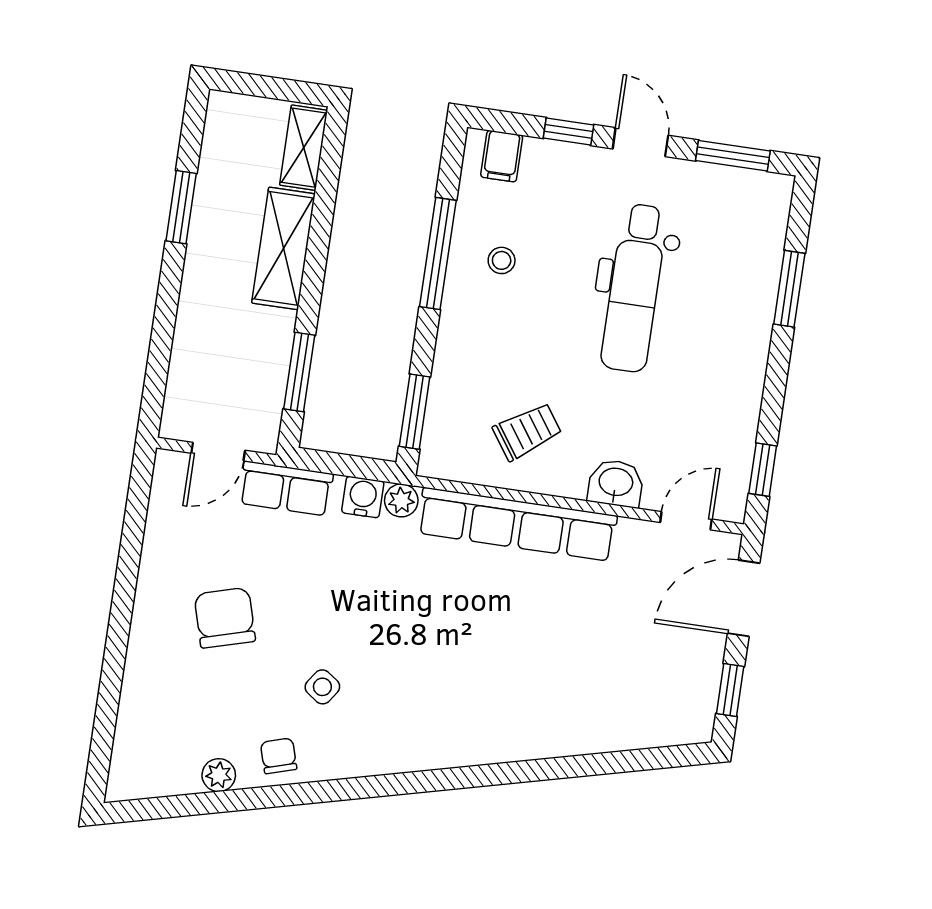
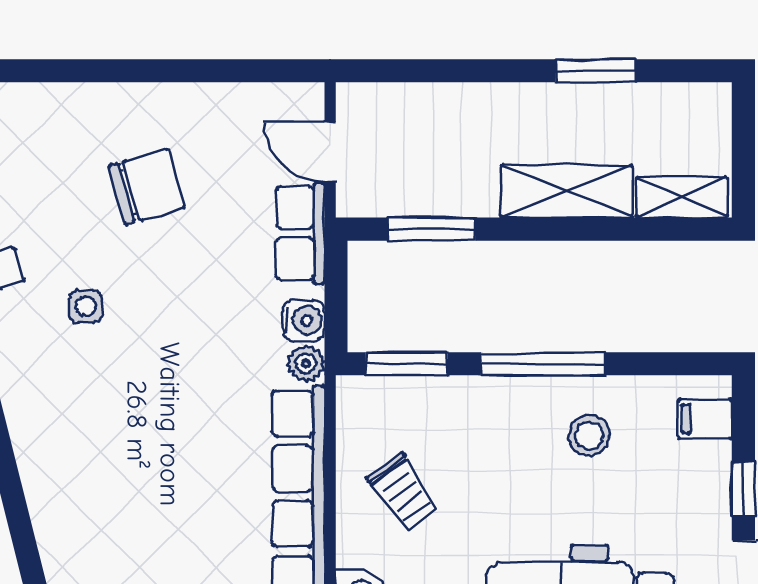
window: (438, 253) -> (543, 364), moved
stool: (502, 260) -> (589, 436), width x1.37, depth x1.37
side table: (322, 687) -> (86, 307), turned -35

